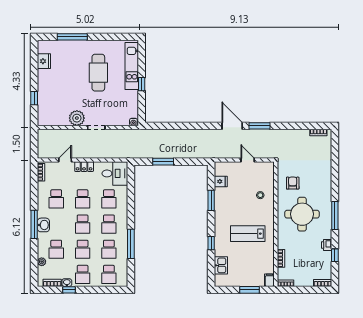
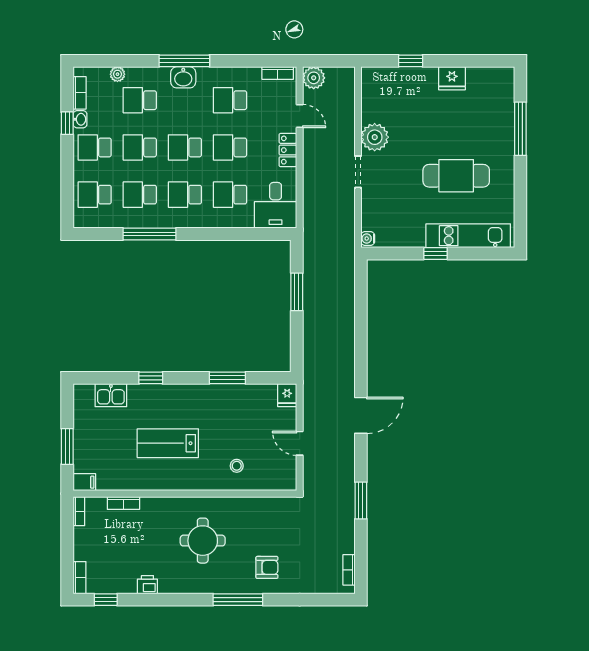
fridge: (44, 61) -> (452, 78), moved
window: (260, 126) -> (361, 500), moved
plant: (44, 152) -> (314, 78), added
door: (248, 160) -> (300, 443), swing flipped
fridge: (221, 181) -> (287, 395), moved
armchair: (293, 183) -> (267, 567), moved
round table: (302, 214) -> (203, 541), width x0.73, depth x0.73
window: (335, 215) -> (238, 600), moved
lab bench: (248, 234) -> (168, 443), turned -90
window: (335, 255) -> (106, 600), moved

